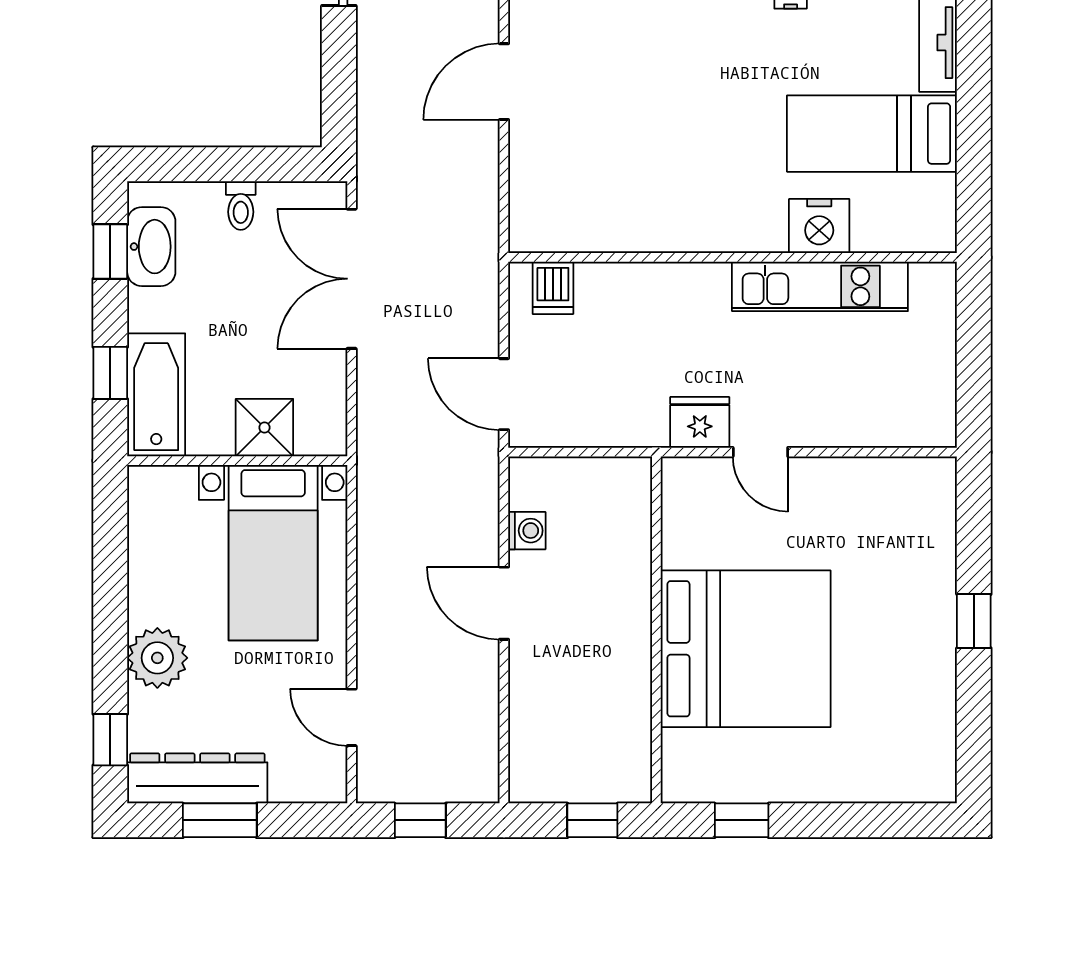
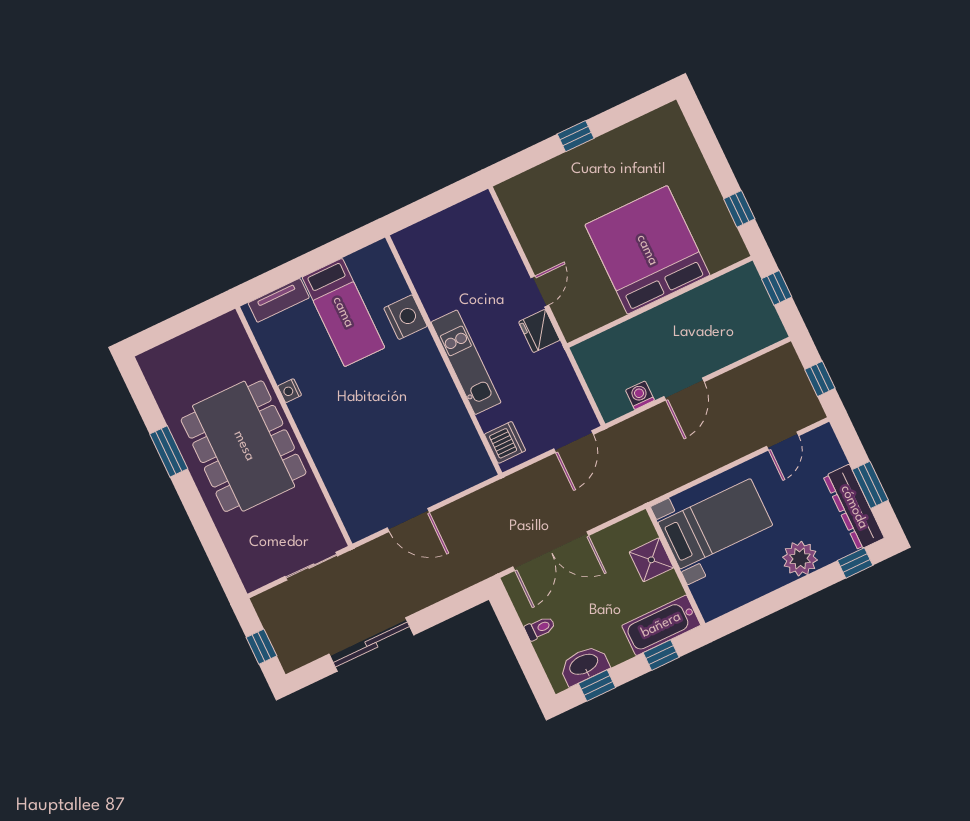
kitchen unit: (820, 286) -> (466, 362), moved
dishwasher: (553, 288) -> (505, 442), width x1.38

